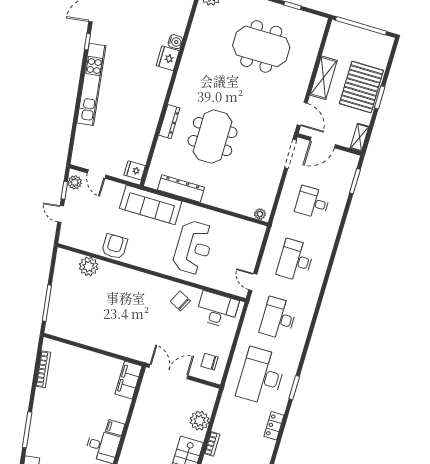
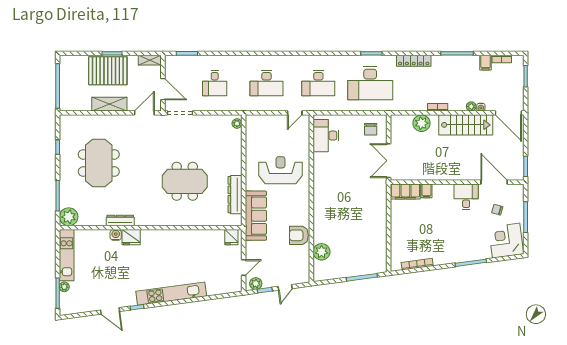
dresser: (169, 122) -> (120, 220), moved
chair: (180, 301) -> (328, 168), removed
locker: (274, 426) -> (414, 61), width x1.53
filing cabinet: (115, 428) -> (427, 191), moved

